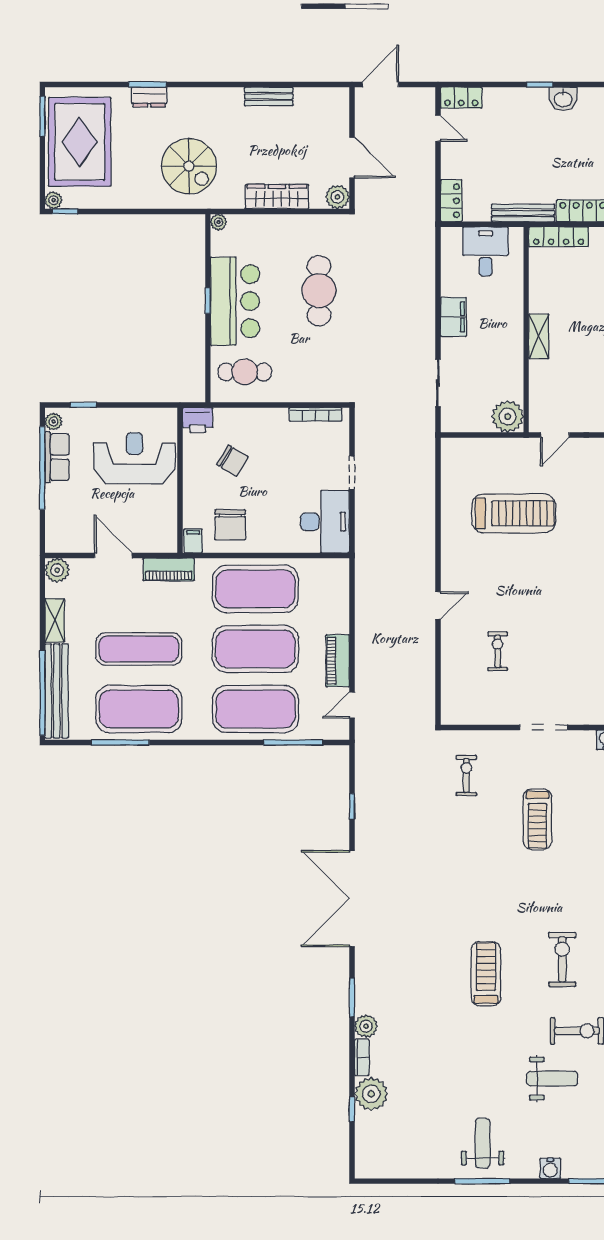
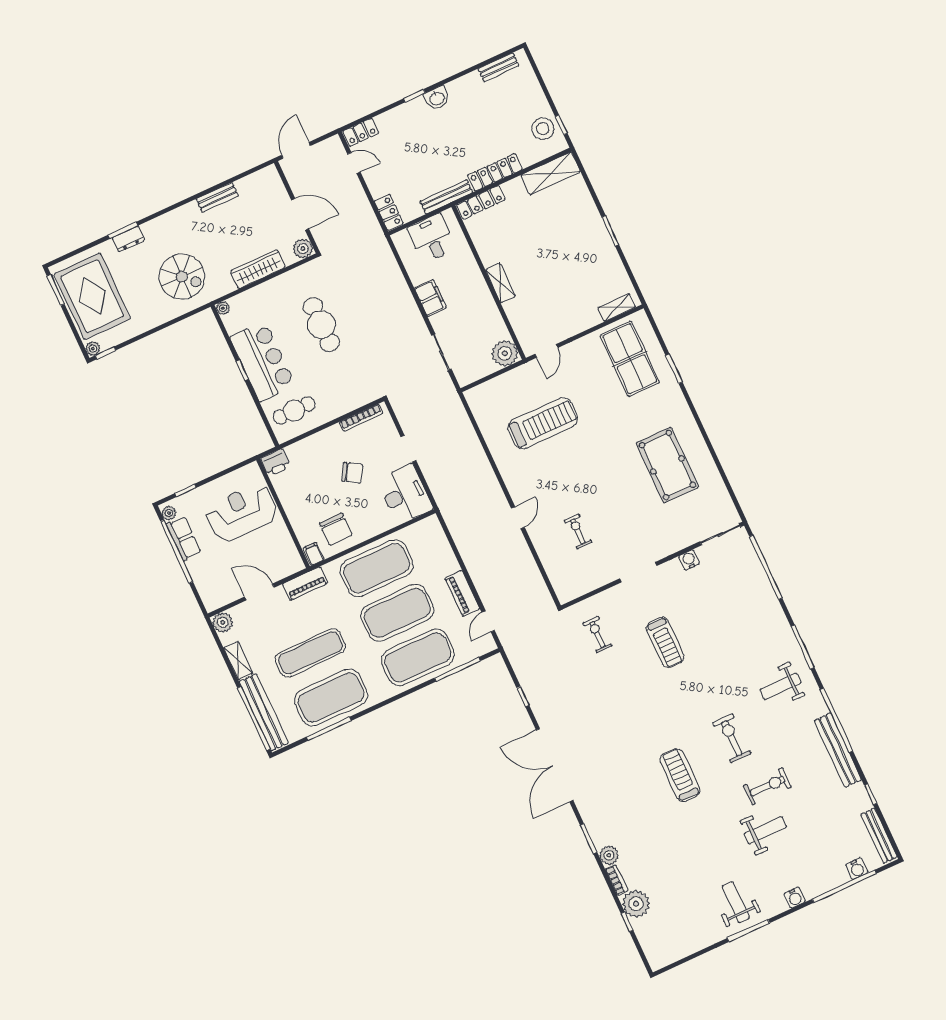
chair: (232, 461) -> (352, 473), moved

